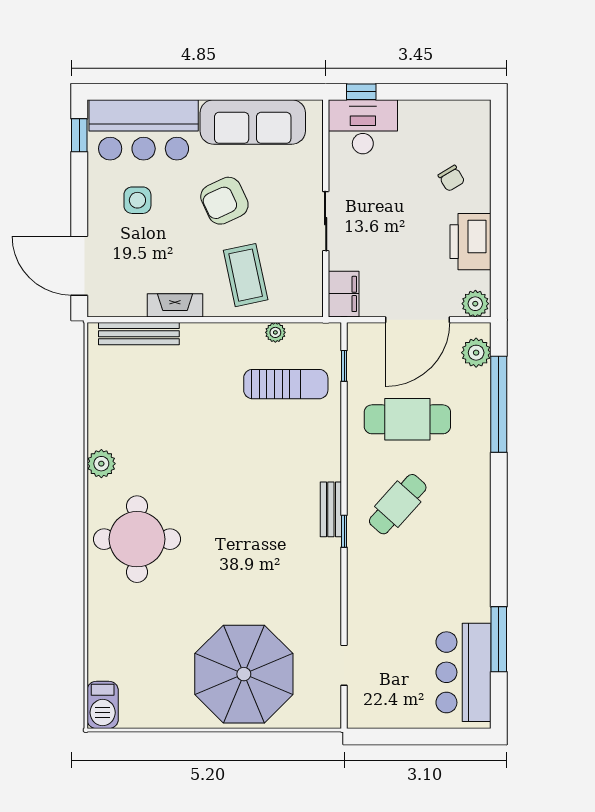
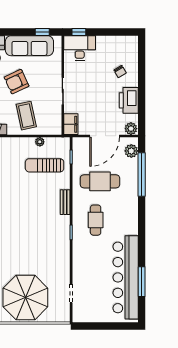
window: (281, 92) -> (42, 32), added
sun lounger: (286, 384) -> (45, 165), turned 180
cafe table: (398, 504) -> (96, 220), turned -42
bench: (331, 509) -> (65, 202), moved
bar counter: (463, 672) -> (126, 277), width x1.86

